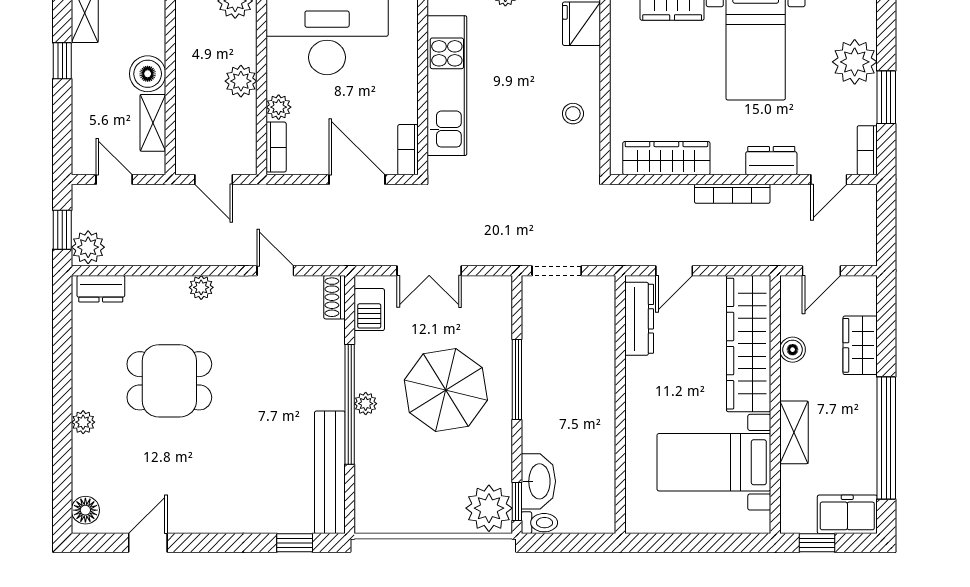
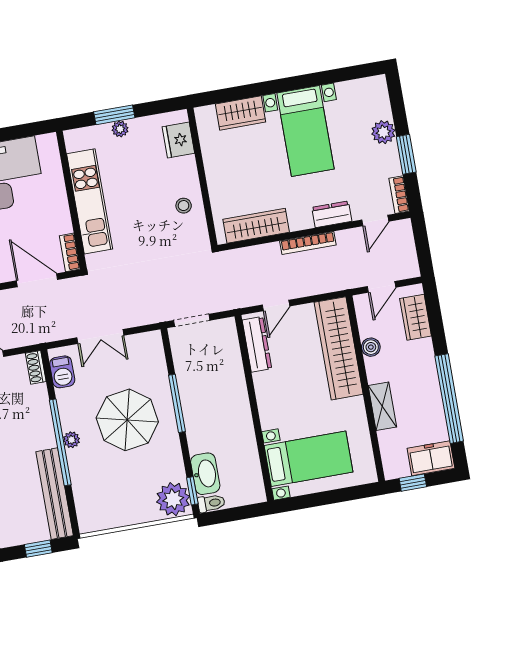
plant: (855, 62) -> (383, 132), width x0.73, depth x0.73
wardrobe: (860, 345) -> (416, 317), moved
bed with nightstands: (714, 462) -> (308, 459), moved, turned 180

